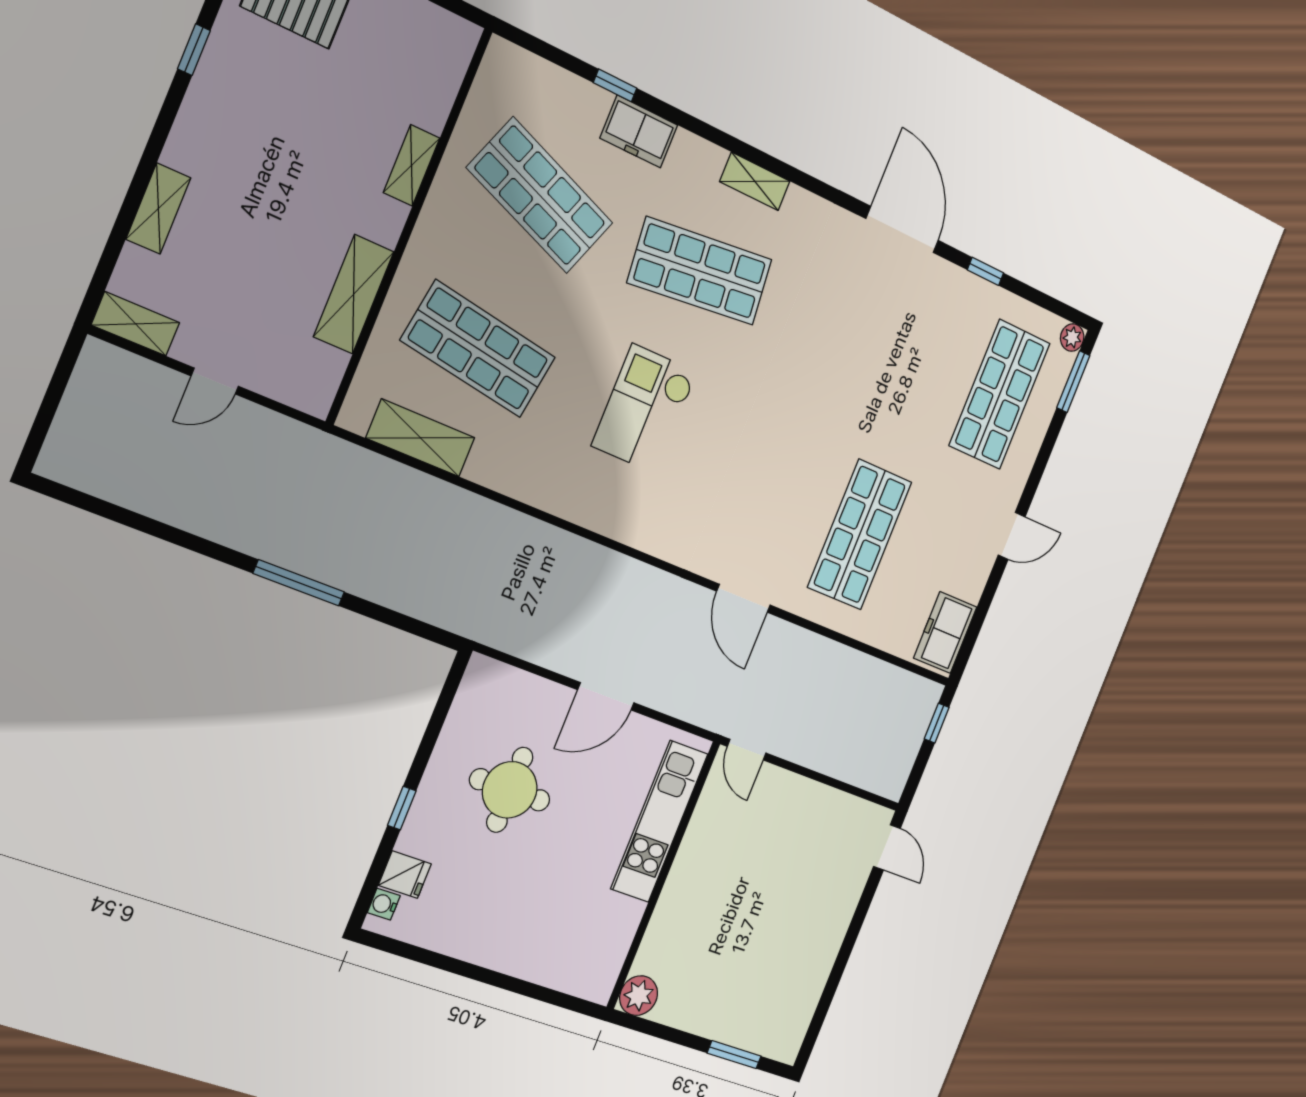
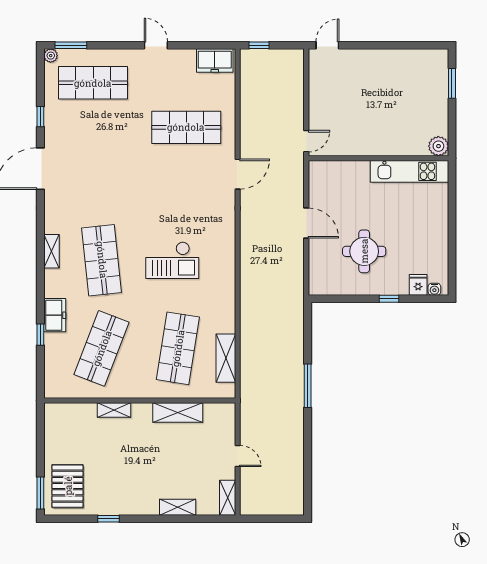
kitchen unit: (659, 821) -> (409, 171), moved

